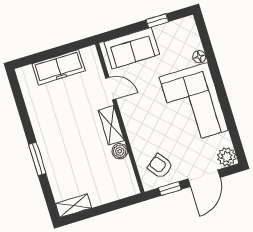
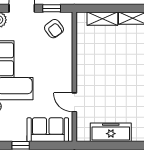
shelving: (111, 125) -> (102, 19), moved, turned 90
boiler: (120, 151) -> (83, 50), removed

